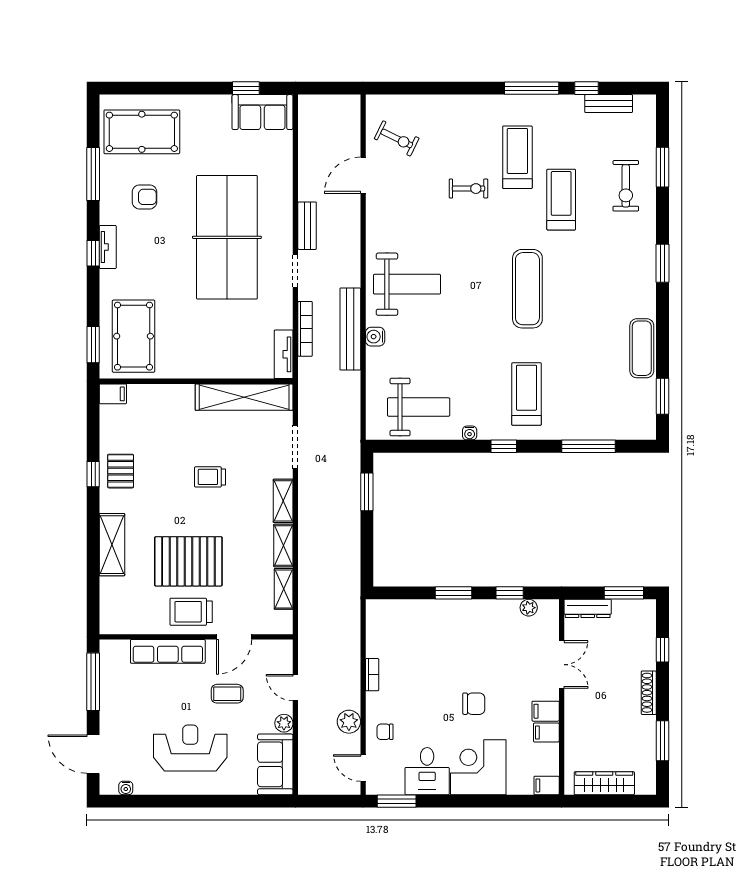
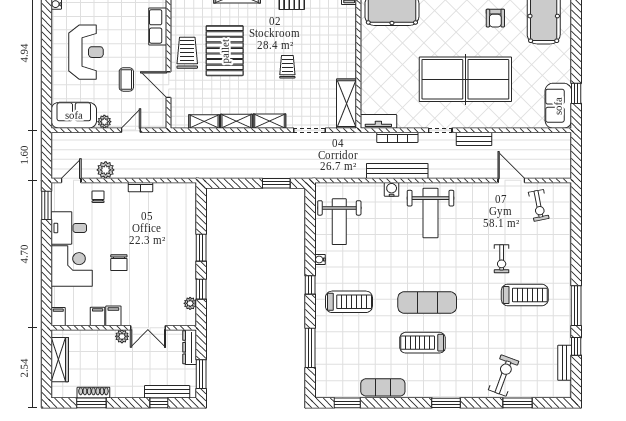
exercise bike: (397, 138) -> (539, 205), turned -37
exercise bike: (626, 186) -> (504, 376), turned 110
treadmill: (561, 200) -> (423, 343), moved, turned 180
shelving: (244, 397) -> (347, 104), width x0.68
bench: (648, 639) -> (167, 392), added
row of seats: (168, 651) -> (158, 26), width x0.68
shoe rack: (649, 693) -> (93, 393), moved
plant: (573, 700) -> (122, 336), added

